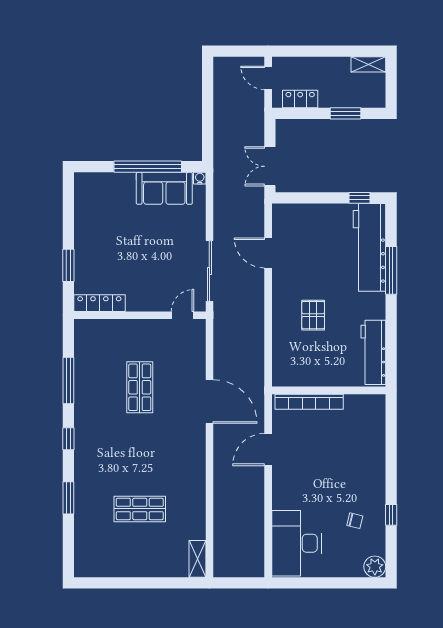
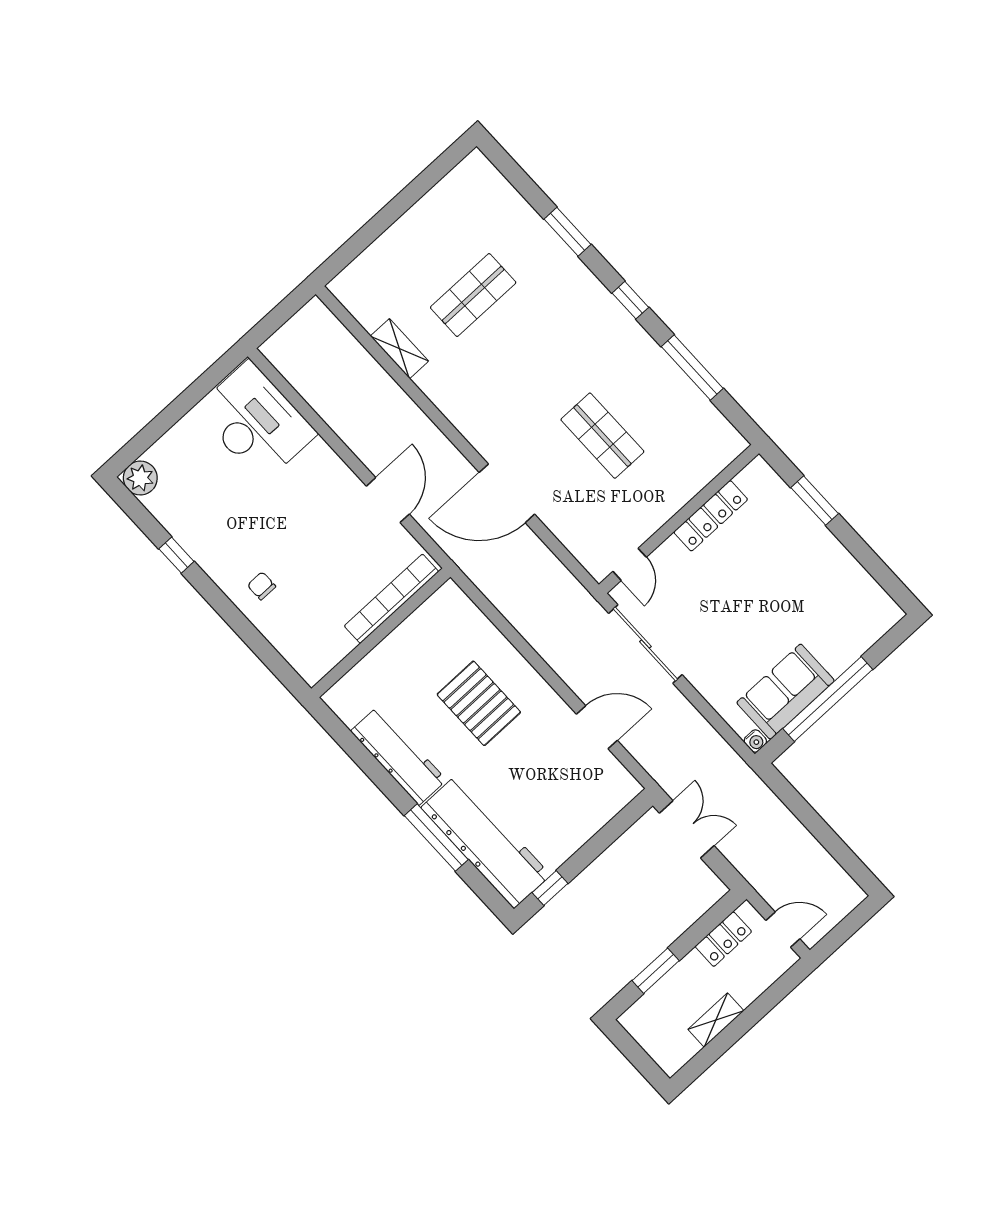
shelving: (368, 64) -> (716, 1020), moved
locker: (99, 303) -> (711, 516), moved
pallet: (313, 315) -> (479, 703), width x1.50, depth x1.42
workbench: (373, 352) -> (398, 756), moved
chair: (355, 521) -> (262, 586), moved, turned 76
shelving: (197, 559) -> (399, 349), moved

